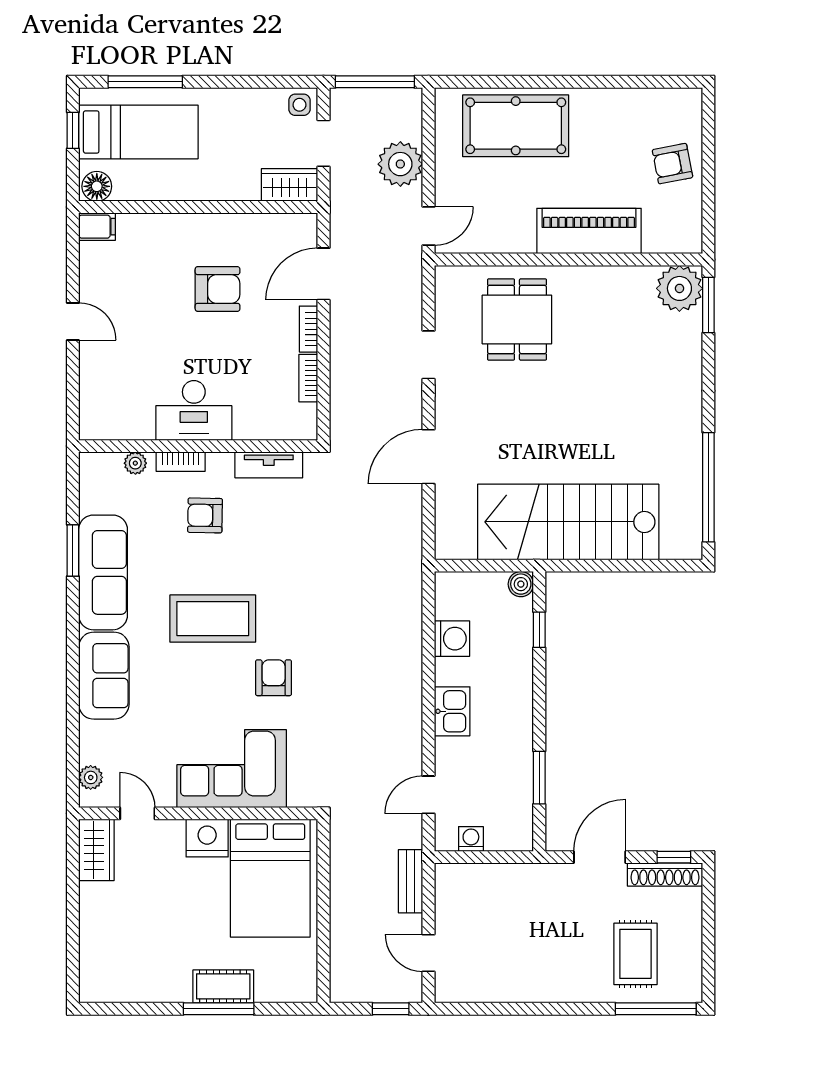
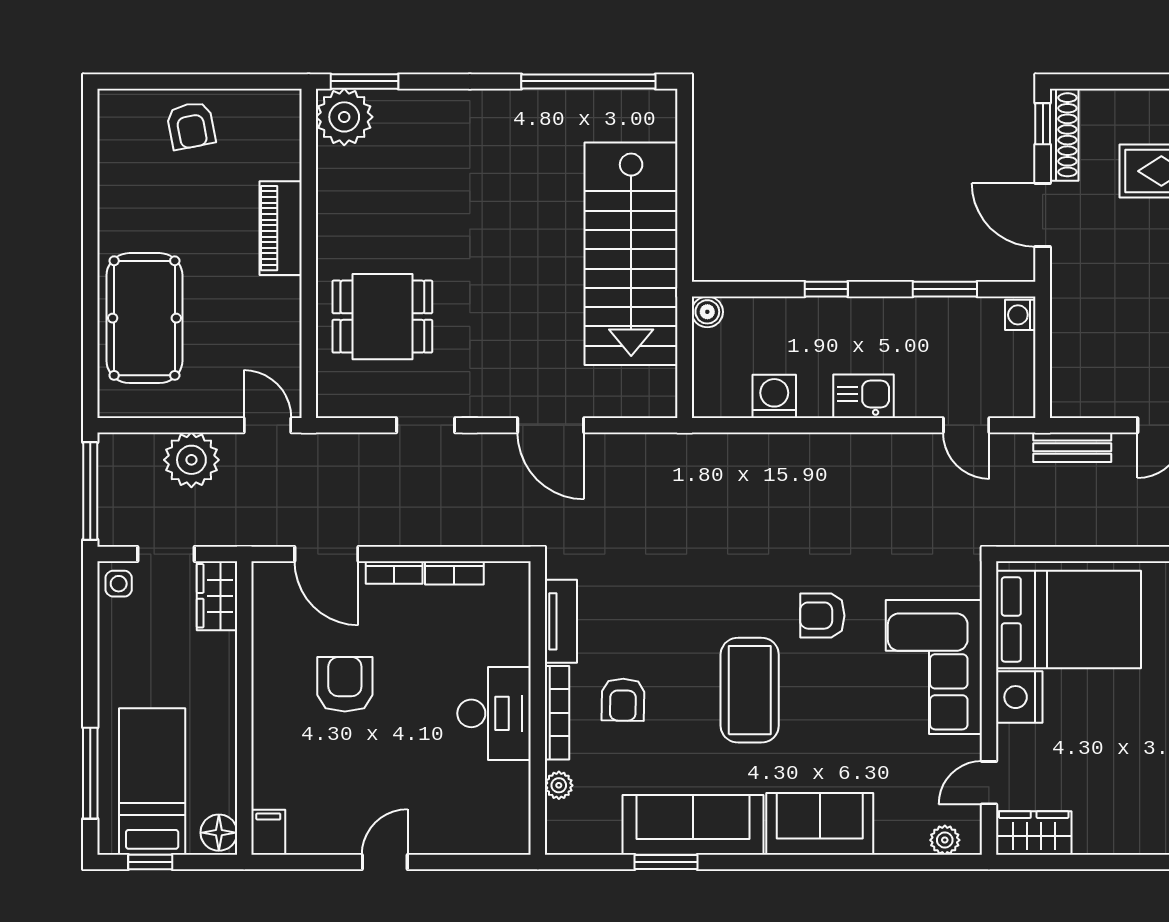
piano: (589, 231) -> (281, 228), width x0.73, depth x0.75
bookcase: (181, 462) -> (557, 713), width x1.56
window: (539, 630) -> (826, 289), moved
washing machine: (471, 839) -> (1020, 315), moved

